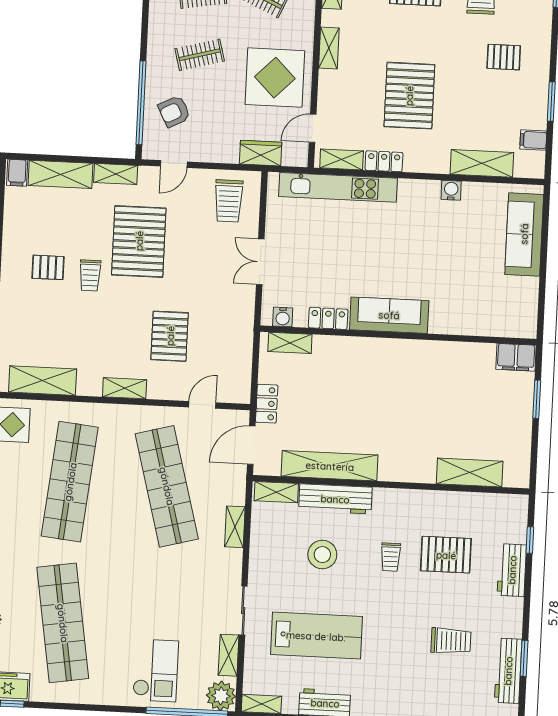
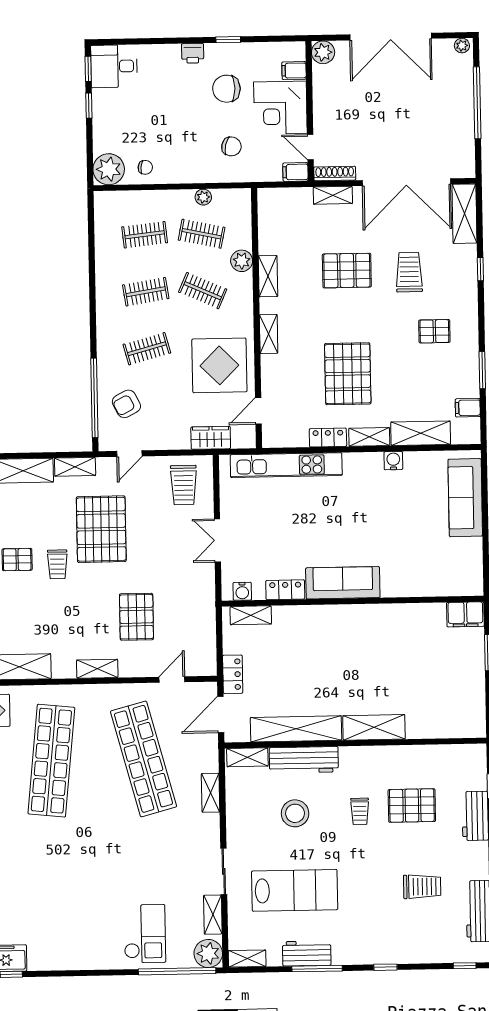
shelving: (342, 159) -> (369, 437), moved
shelving: (470, 473) -> (374, 727), moved
shop shelf: (63, 623) -> (54, 895), removed

